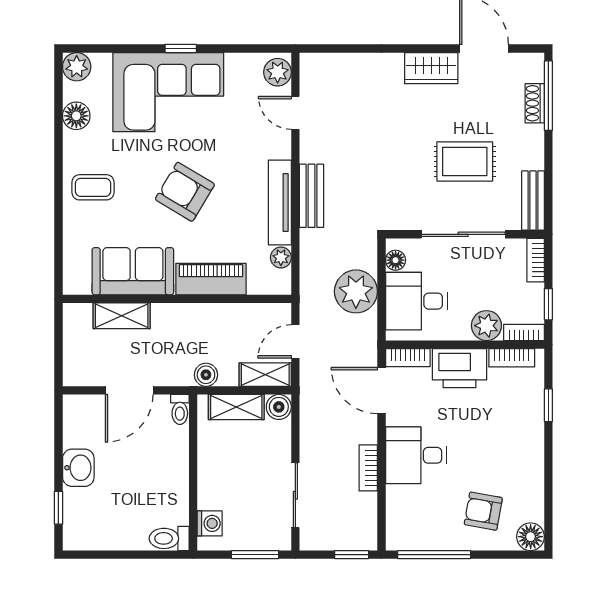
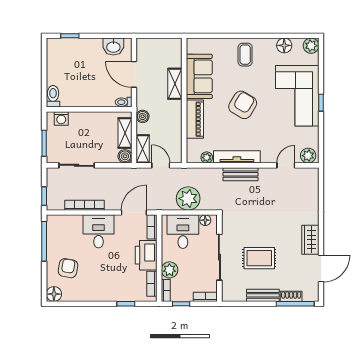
rug: (465, 161) -> (259, 258), turned 90
bench: (533, 201) -> (263, 295), moved
shelving: (122, 316) -> (175, 84), moved
washbasin: (78, 468) -> (113, 47), moved
bookcase: (368, 468) -> (85, 205), width x1.56

